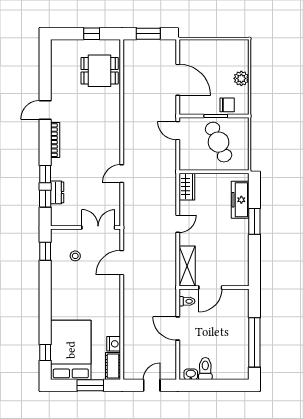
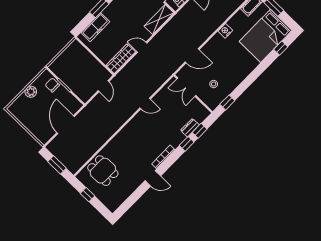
door: (178, 131) -> (103, 86), moved
cafe table: (219, 142) -> (77, 70), removed
wardrobe: (187, 187) -> (121, 59), width x1.50
nightstand: (114, 344) -> (225, 31), moved

